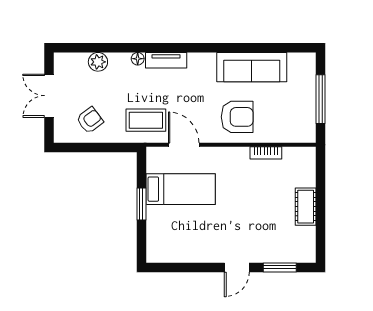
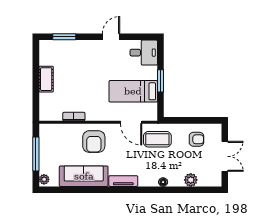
tv unit: (166, 60) -> (123, 181), moved
plant: (309, 63) -> (44, 179), added
armchair: (237, 117) -> (94, 142), turned -90
armchair: (90, 120) -> (196, 139), turned -143
desk: (166, 245) -> (144, 53), added
door: (237, 267) -> (111, 37), moved

